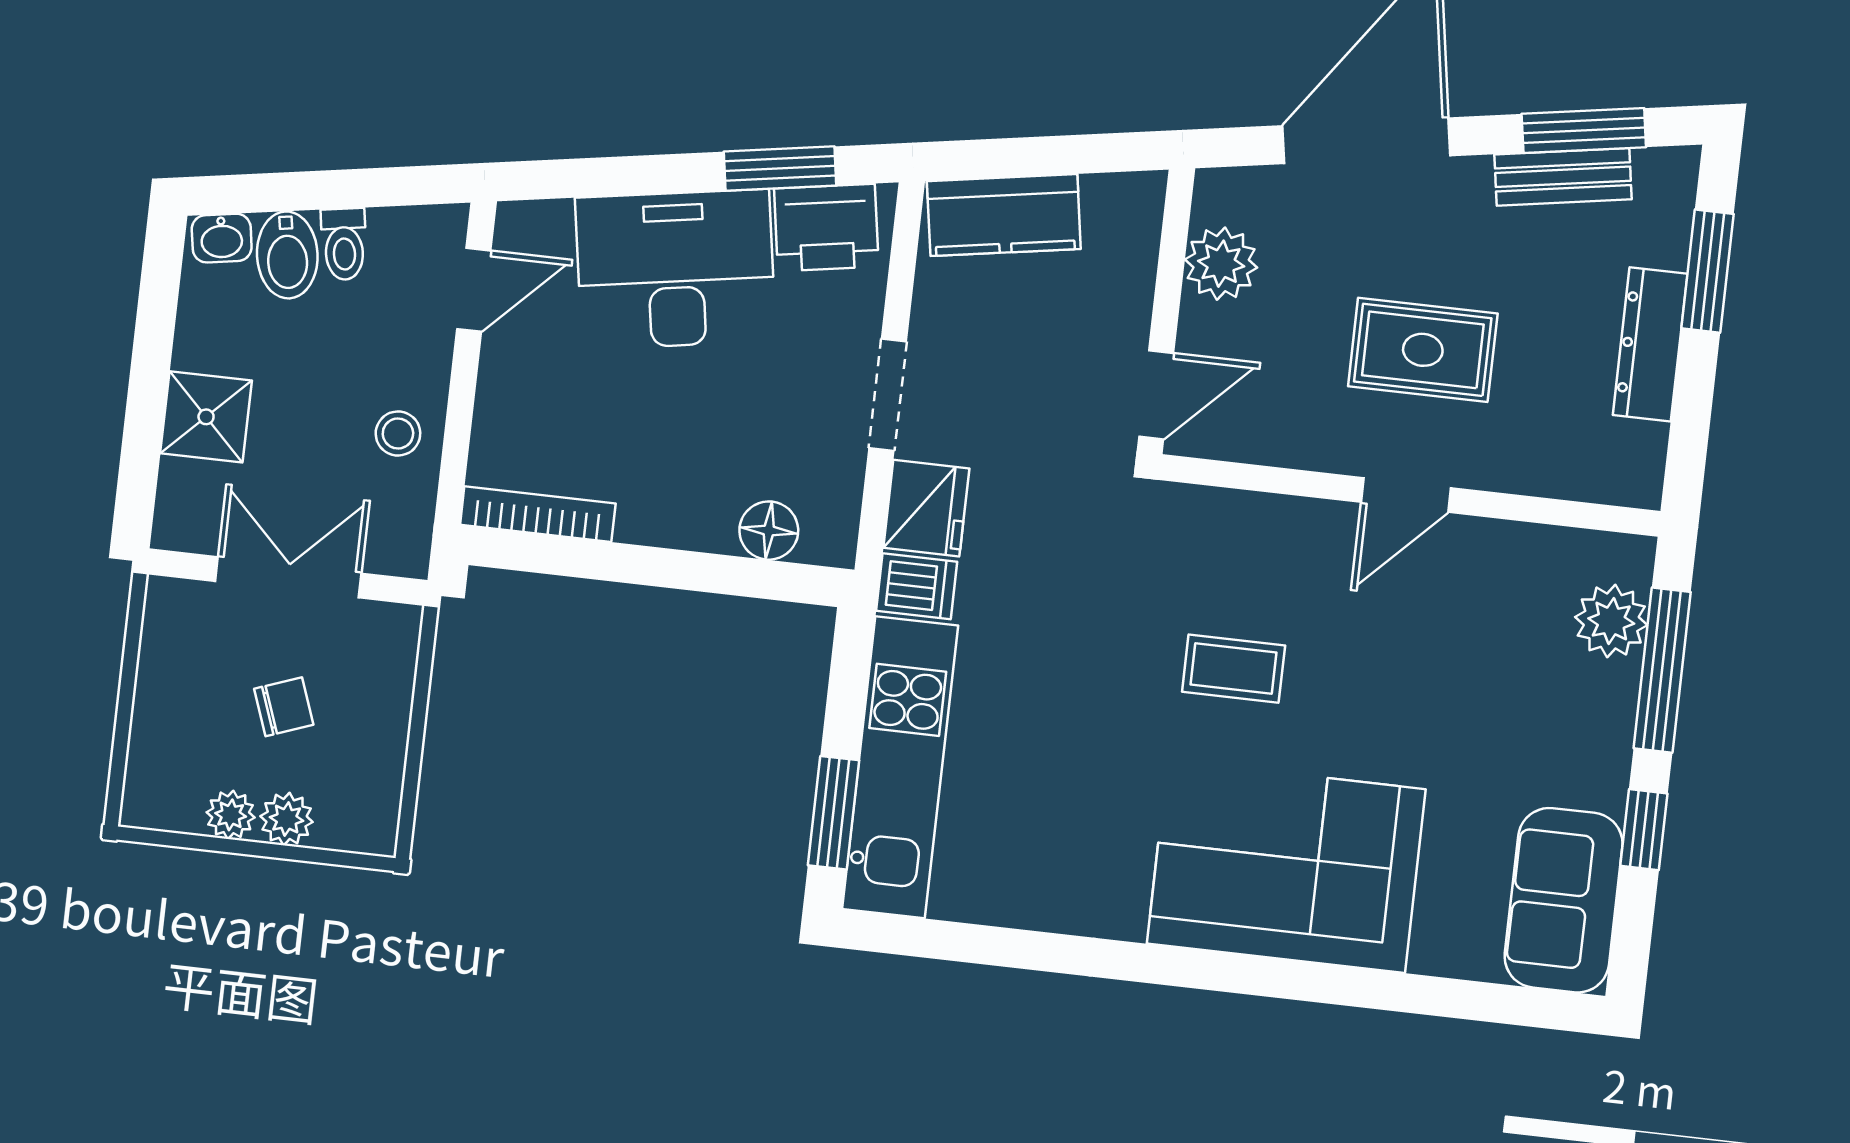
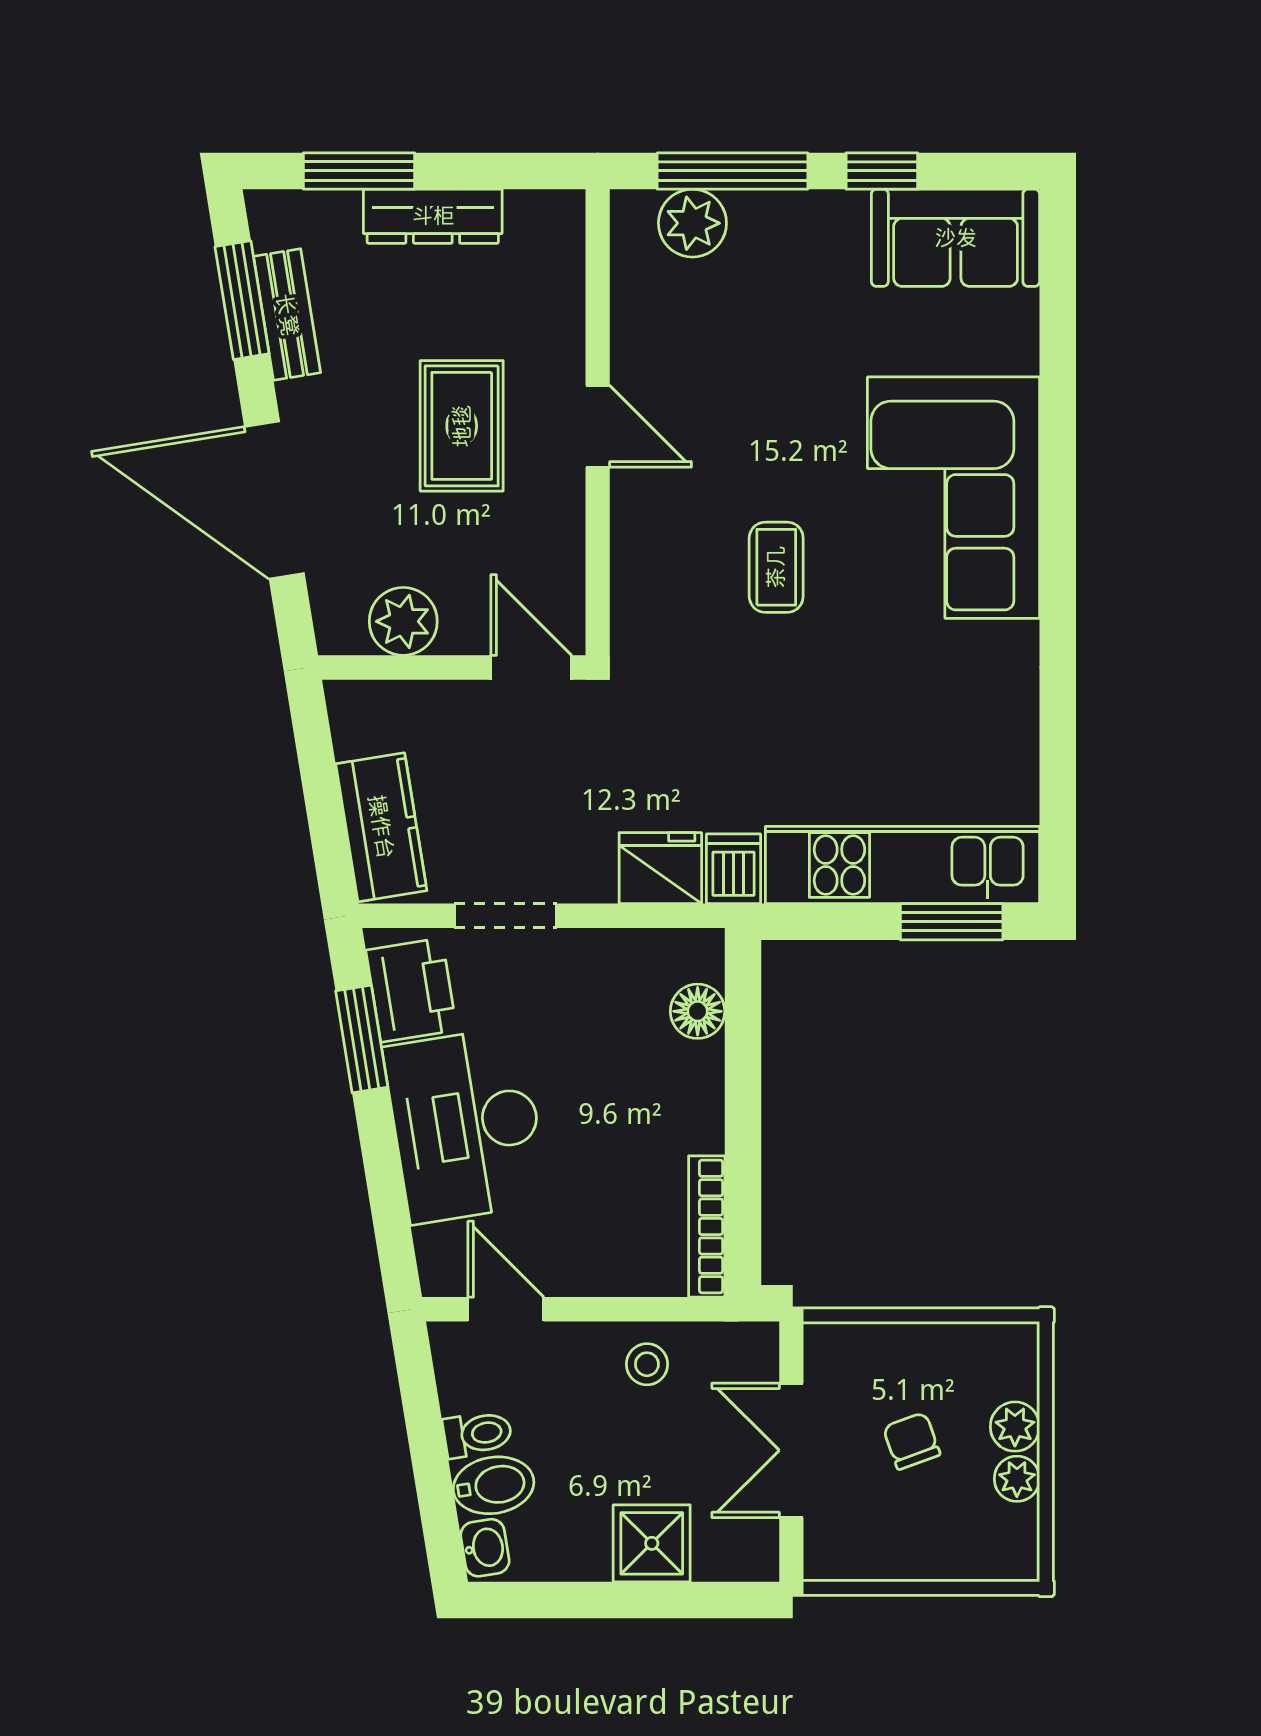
doorway: (888, 395) -> (505, 916), moved

